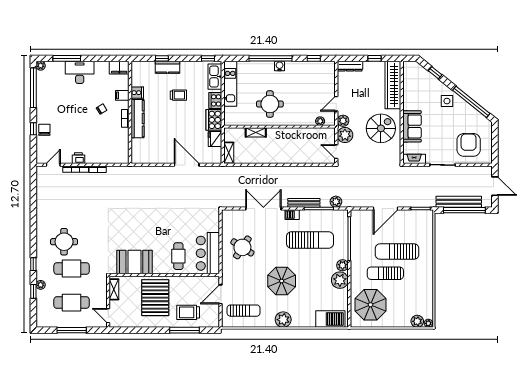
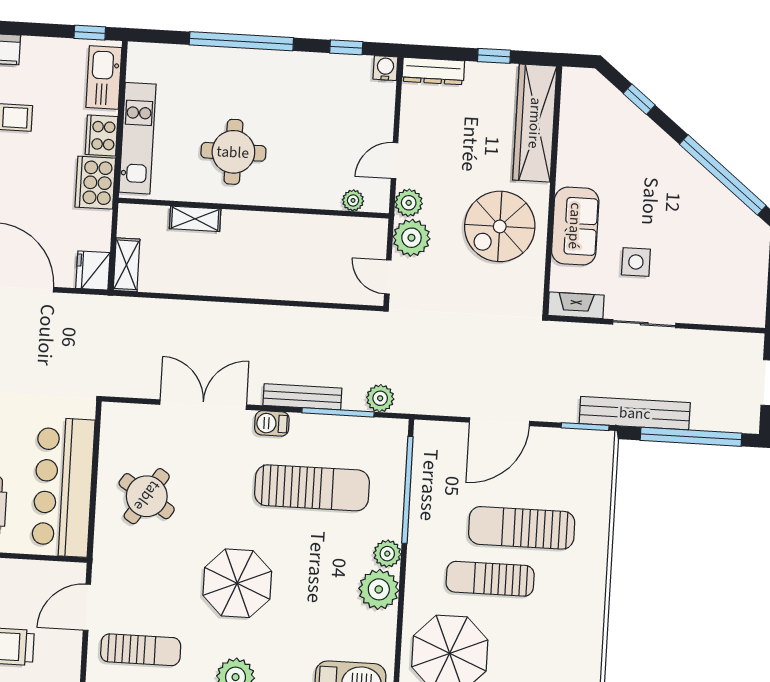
water cooler: (280, 66) -> (385, 68), moved
kitchen unit: (230, 84) -> (138, 138), moved
side table: (447, 101) -> (636, 262), moved
spiral stairs: (381, 128) -> (500, 226), turned 180
fridge: (215, 139) -> (93, 270), moved
armchair: (469, 145) -> (710, 279), removed
bench: (459, 202) -> (635, 413), moved
bar counter: (208, 253) -> (63, 487), width x1.36

